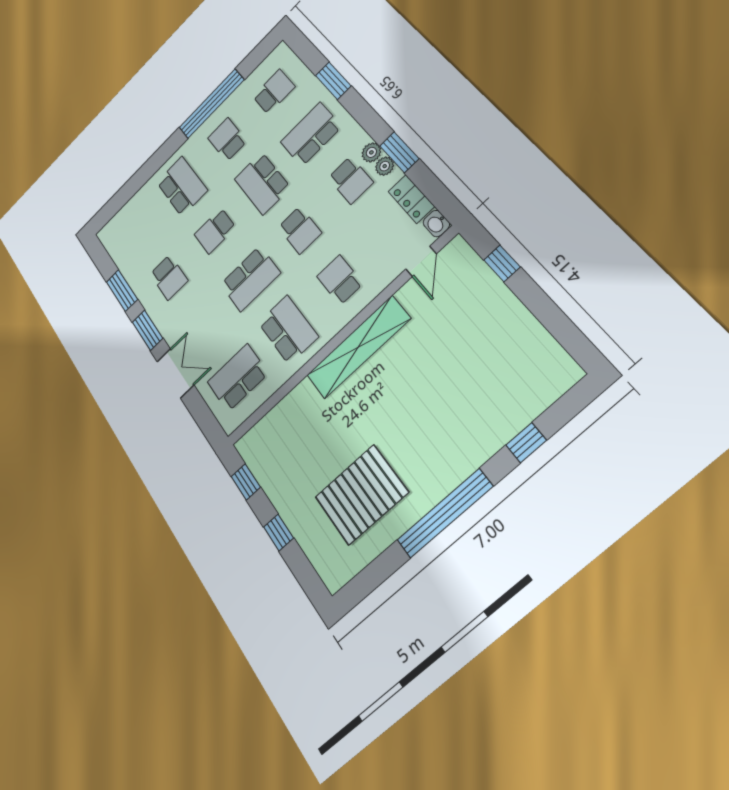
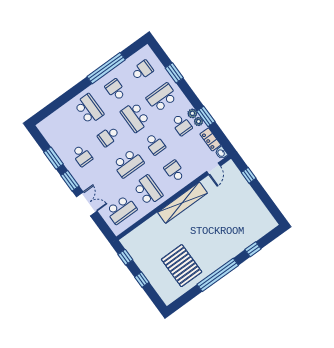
school desk: (238, 378) -> (121, 210), turned 180
pallet: (361, 495) -> (182, 266), turned 90

